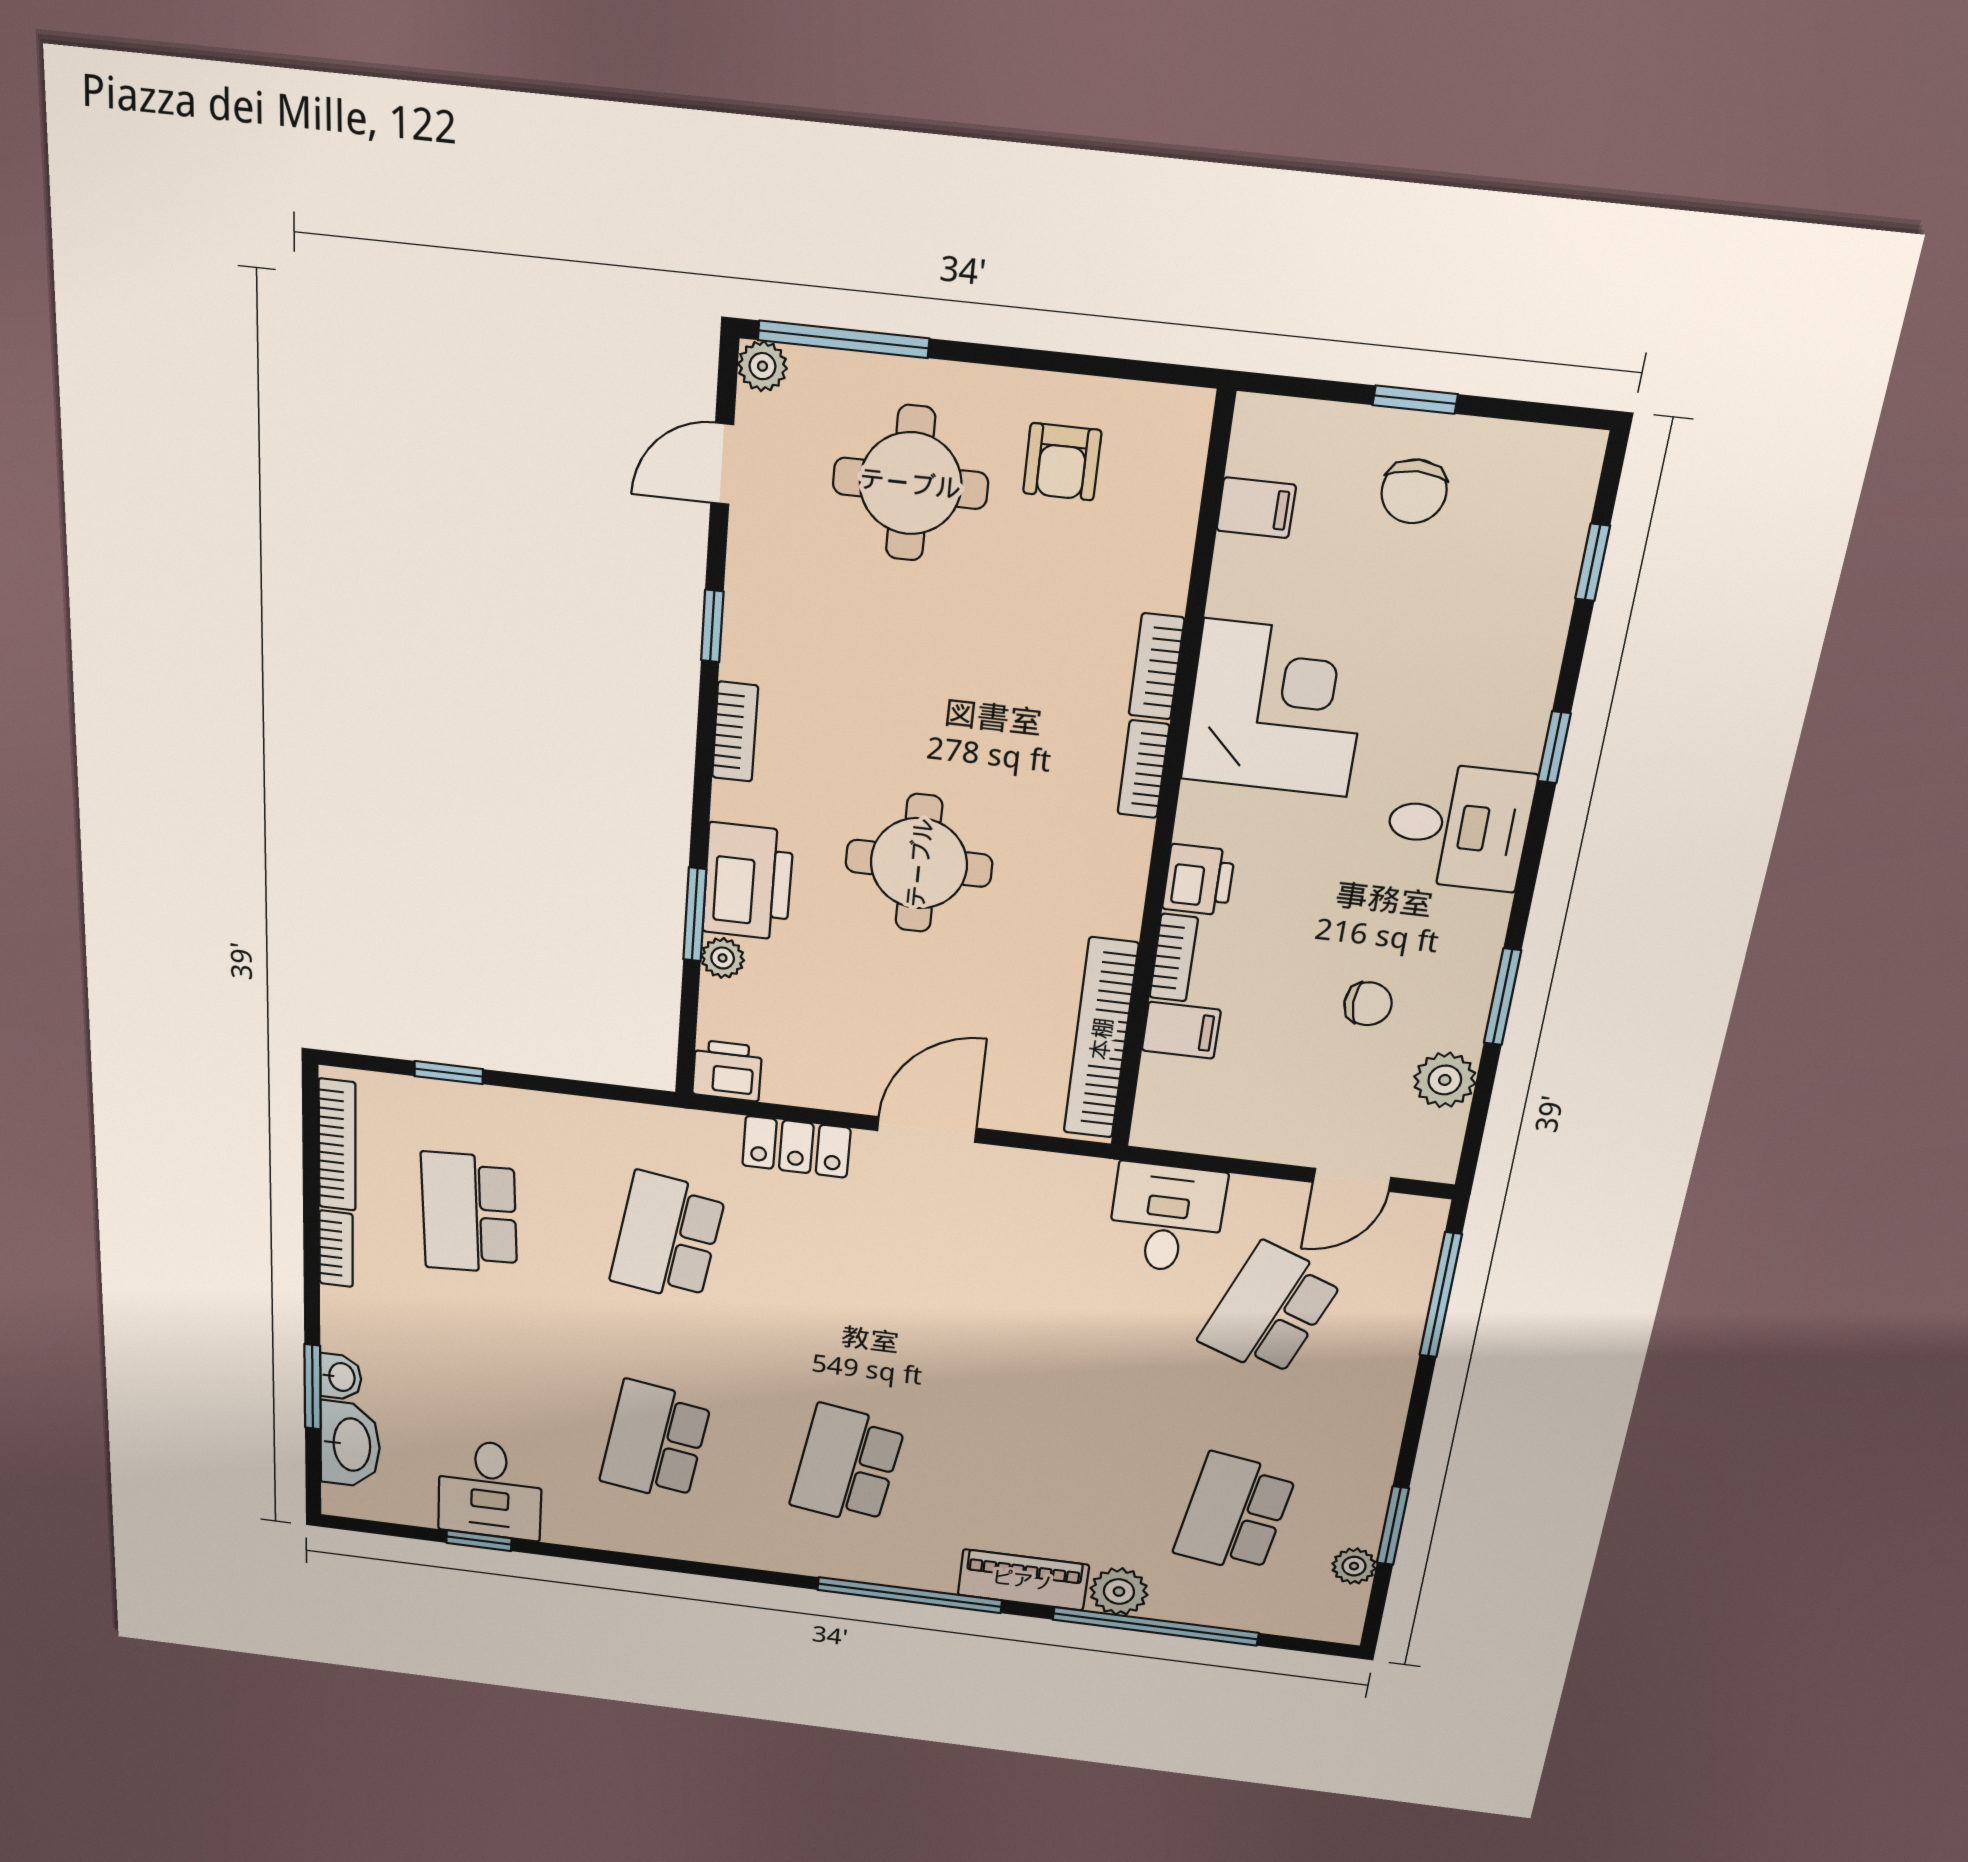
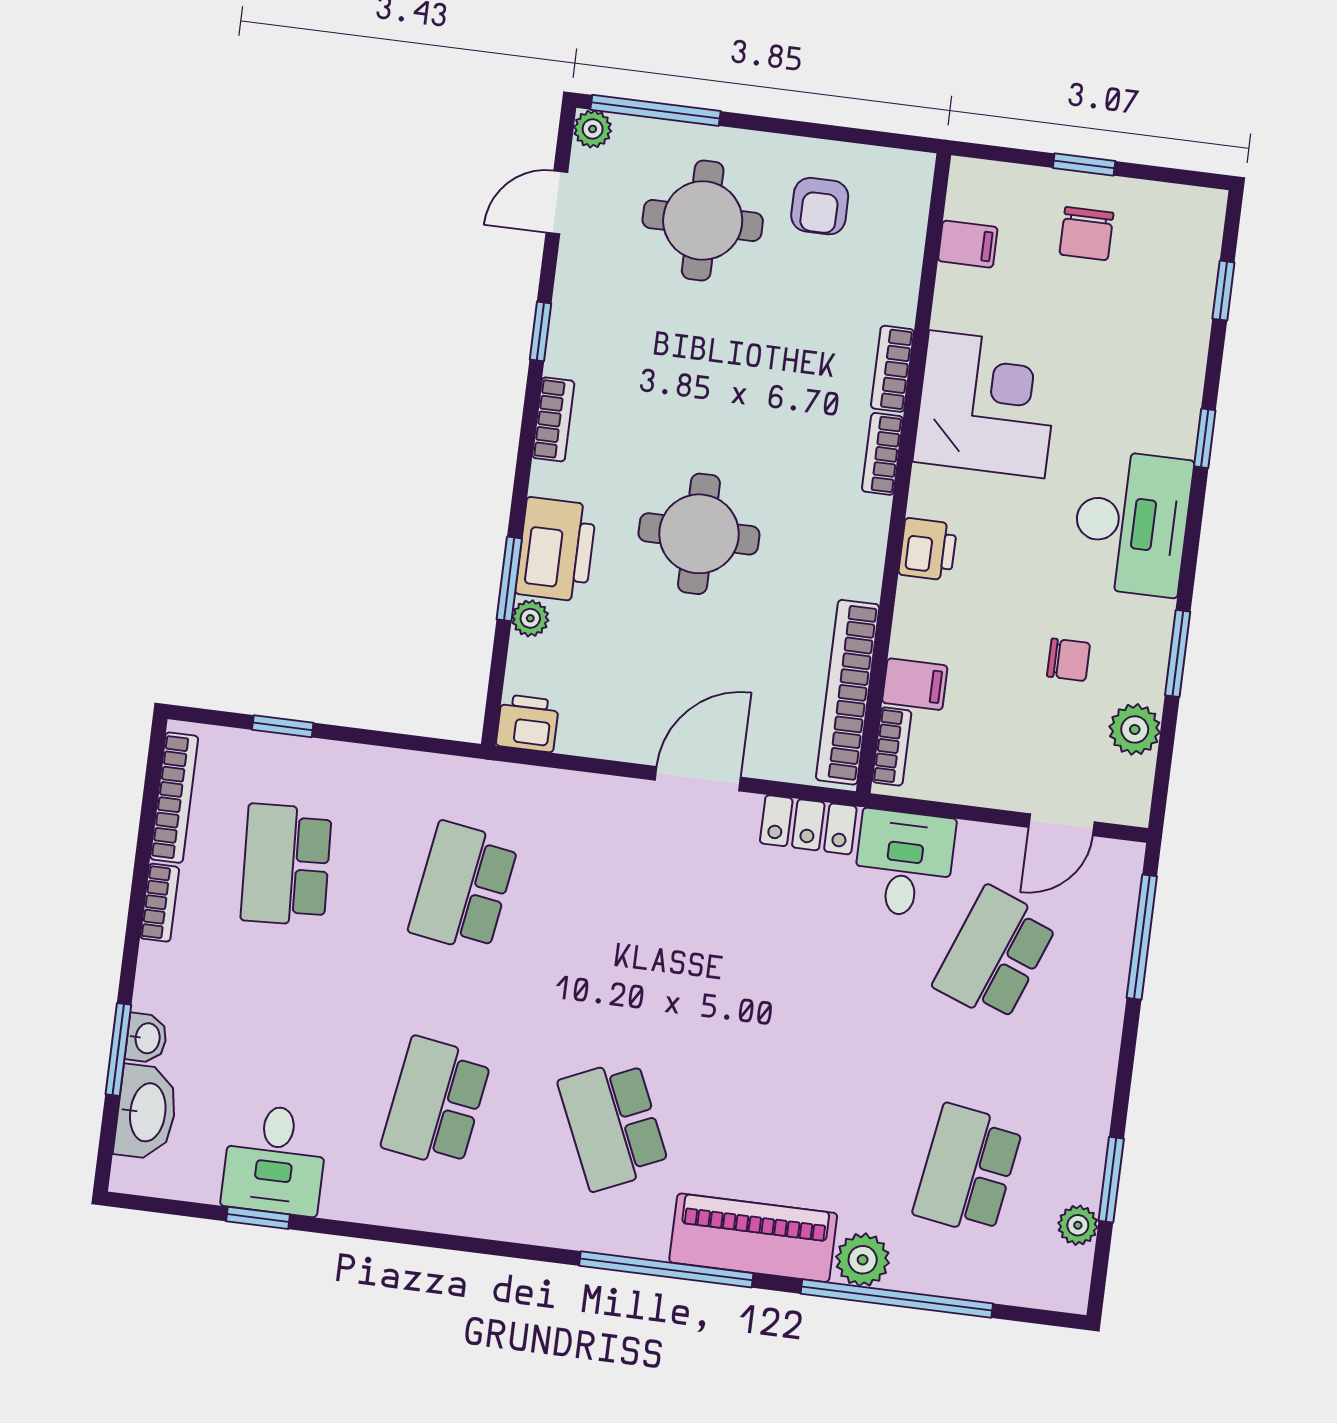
desk: (1458, 826) -> (1131, 523), width x1.37
bookcase: (1174, 958) -> (892, 746), moved
locker: (796, 1147) -> (808, 825), moved
school desk: (847, 1465) -> (613, 1125), turned -33
piano: (1023, 1580) -> (753, 1238), width x1.37, depth x1.33

